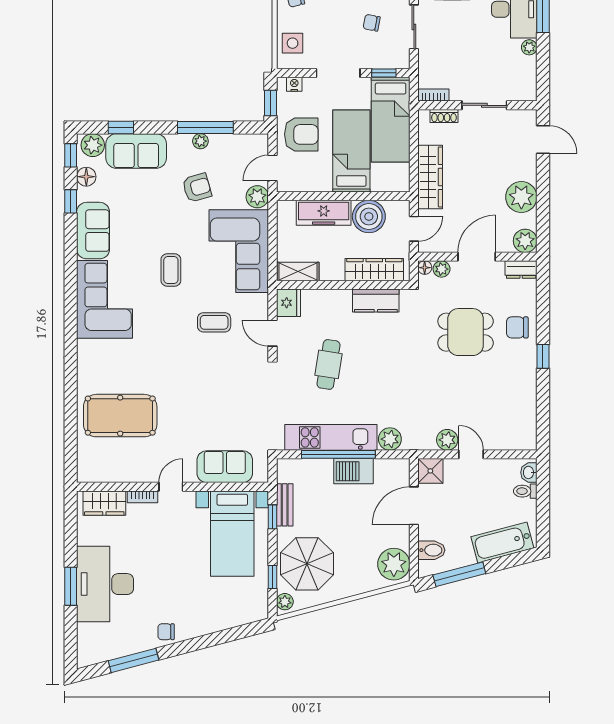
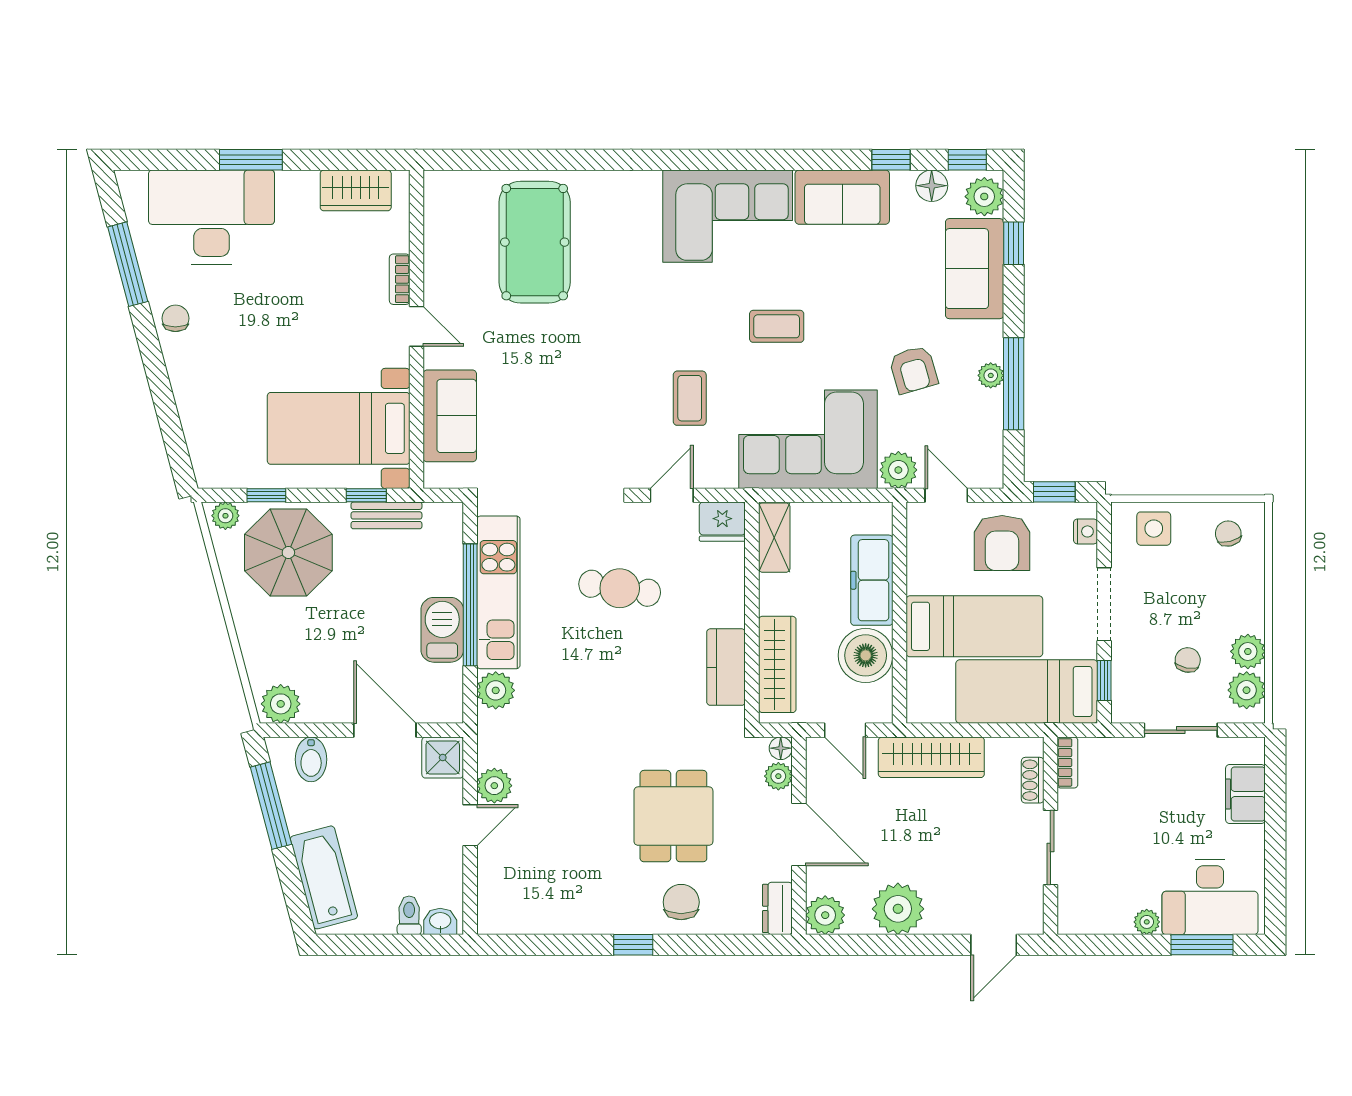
wardrobe: (104, 503) -> (356, 190), moved, turned -90
plant: (394, 564) -> (281, 704), width x0.73, depth x0.73
desk: (105, 584) -> (211, 217), moved

